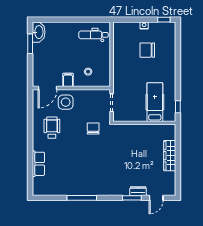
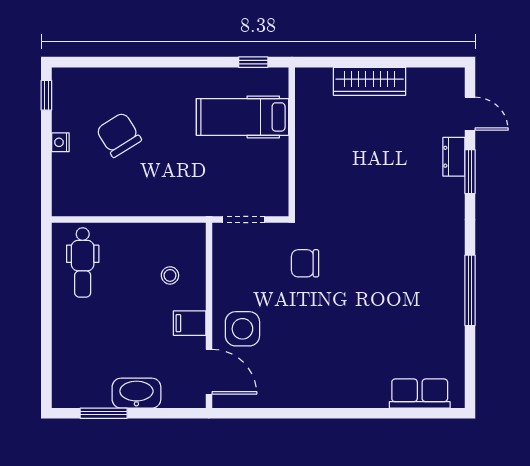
washbasin: (39, 32) -> (136, 393), moved
chair: (147, 50) -> (119, 135), turned 148
wheelchair: (52, 128) -> (303, 361), removed
row of seats: (38, 164) -> (420, 394), moved

